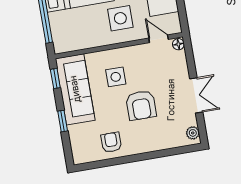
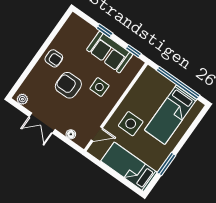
floor lamp: (178, 44) -> (71, 134), moved
sofa: (75, 89) -> (110, 52), width x0.73
armchair: (111, 142) -> (54, 58), moved

